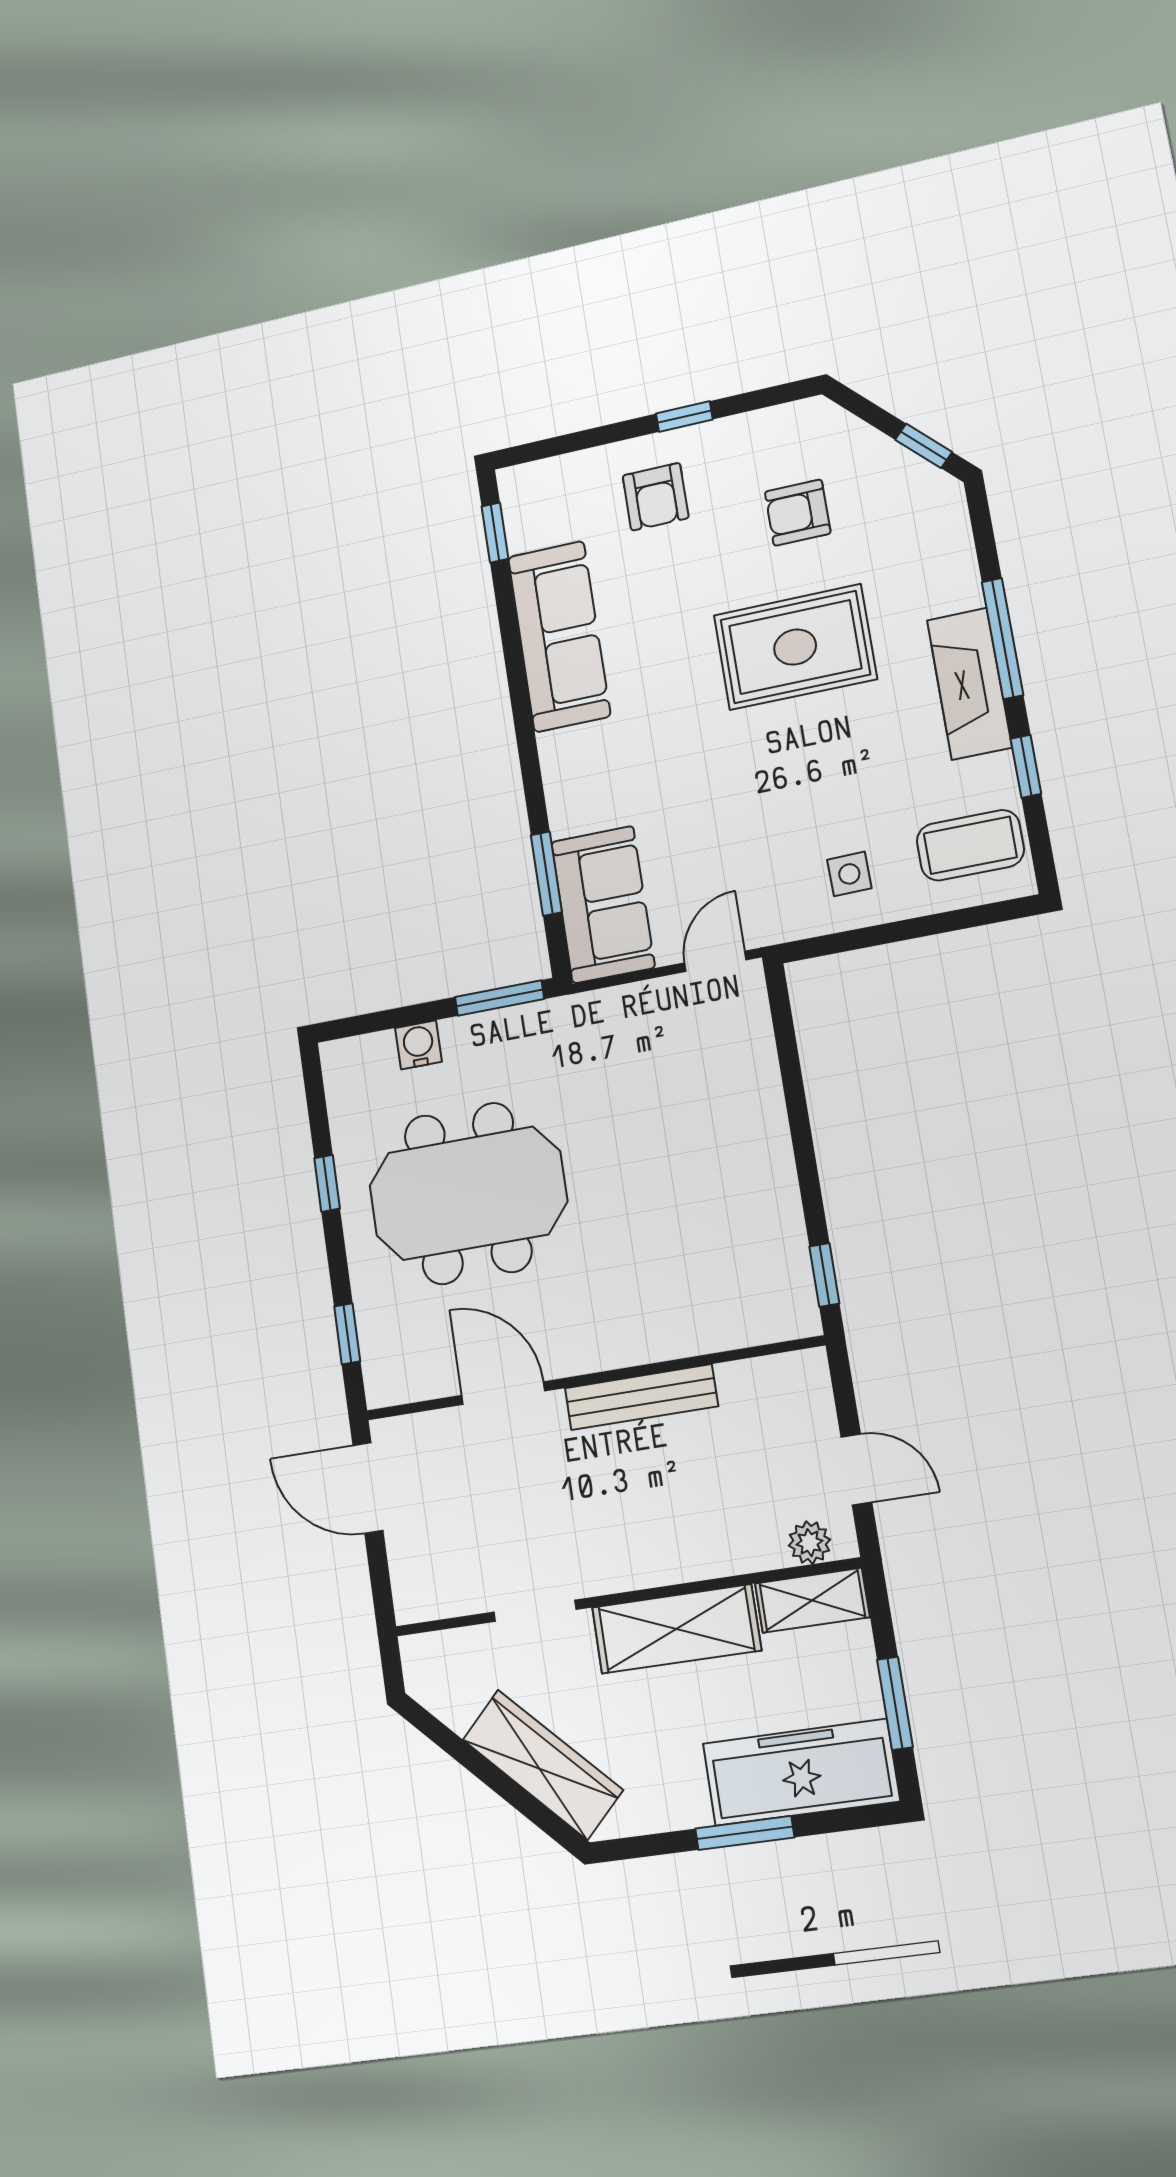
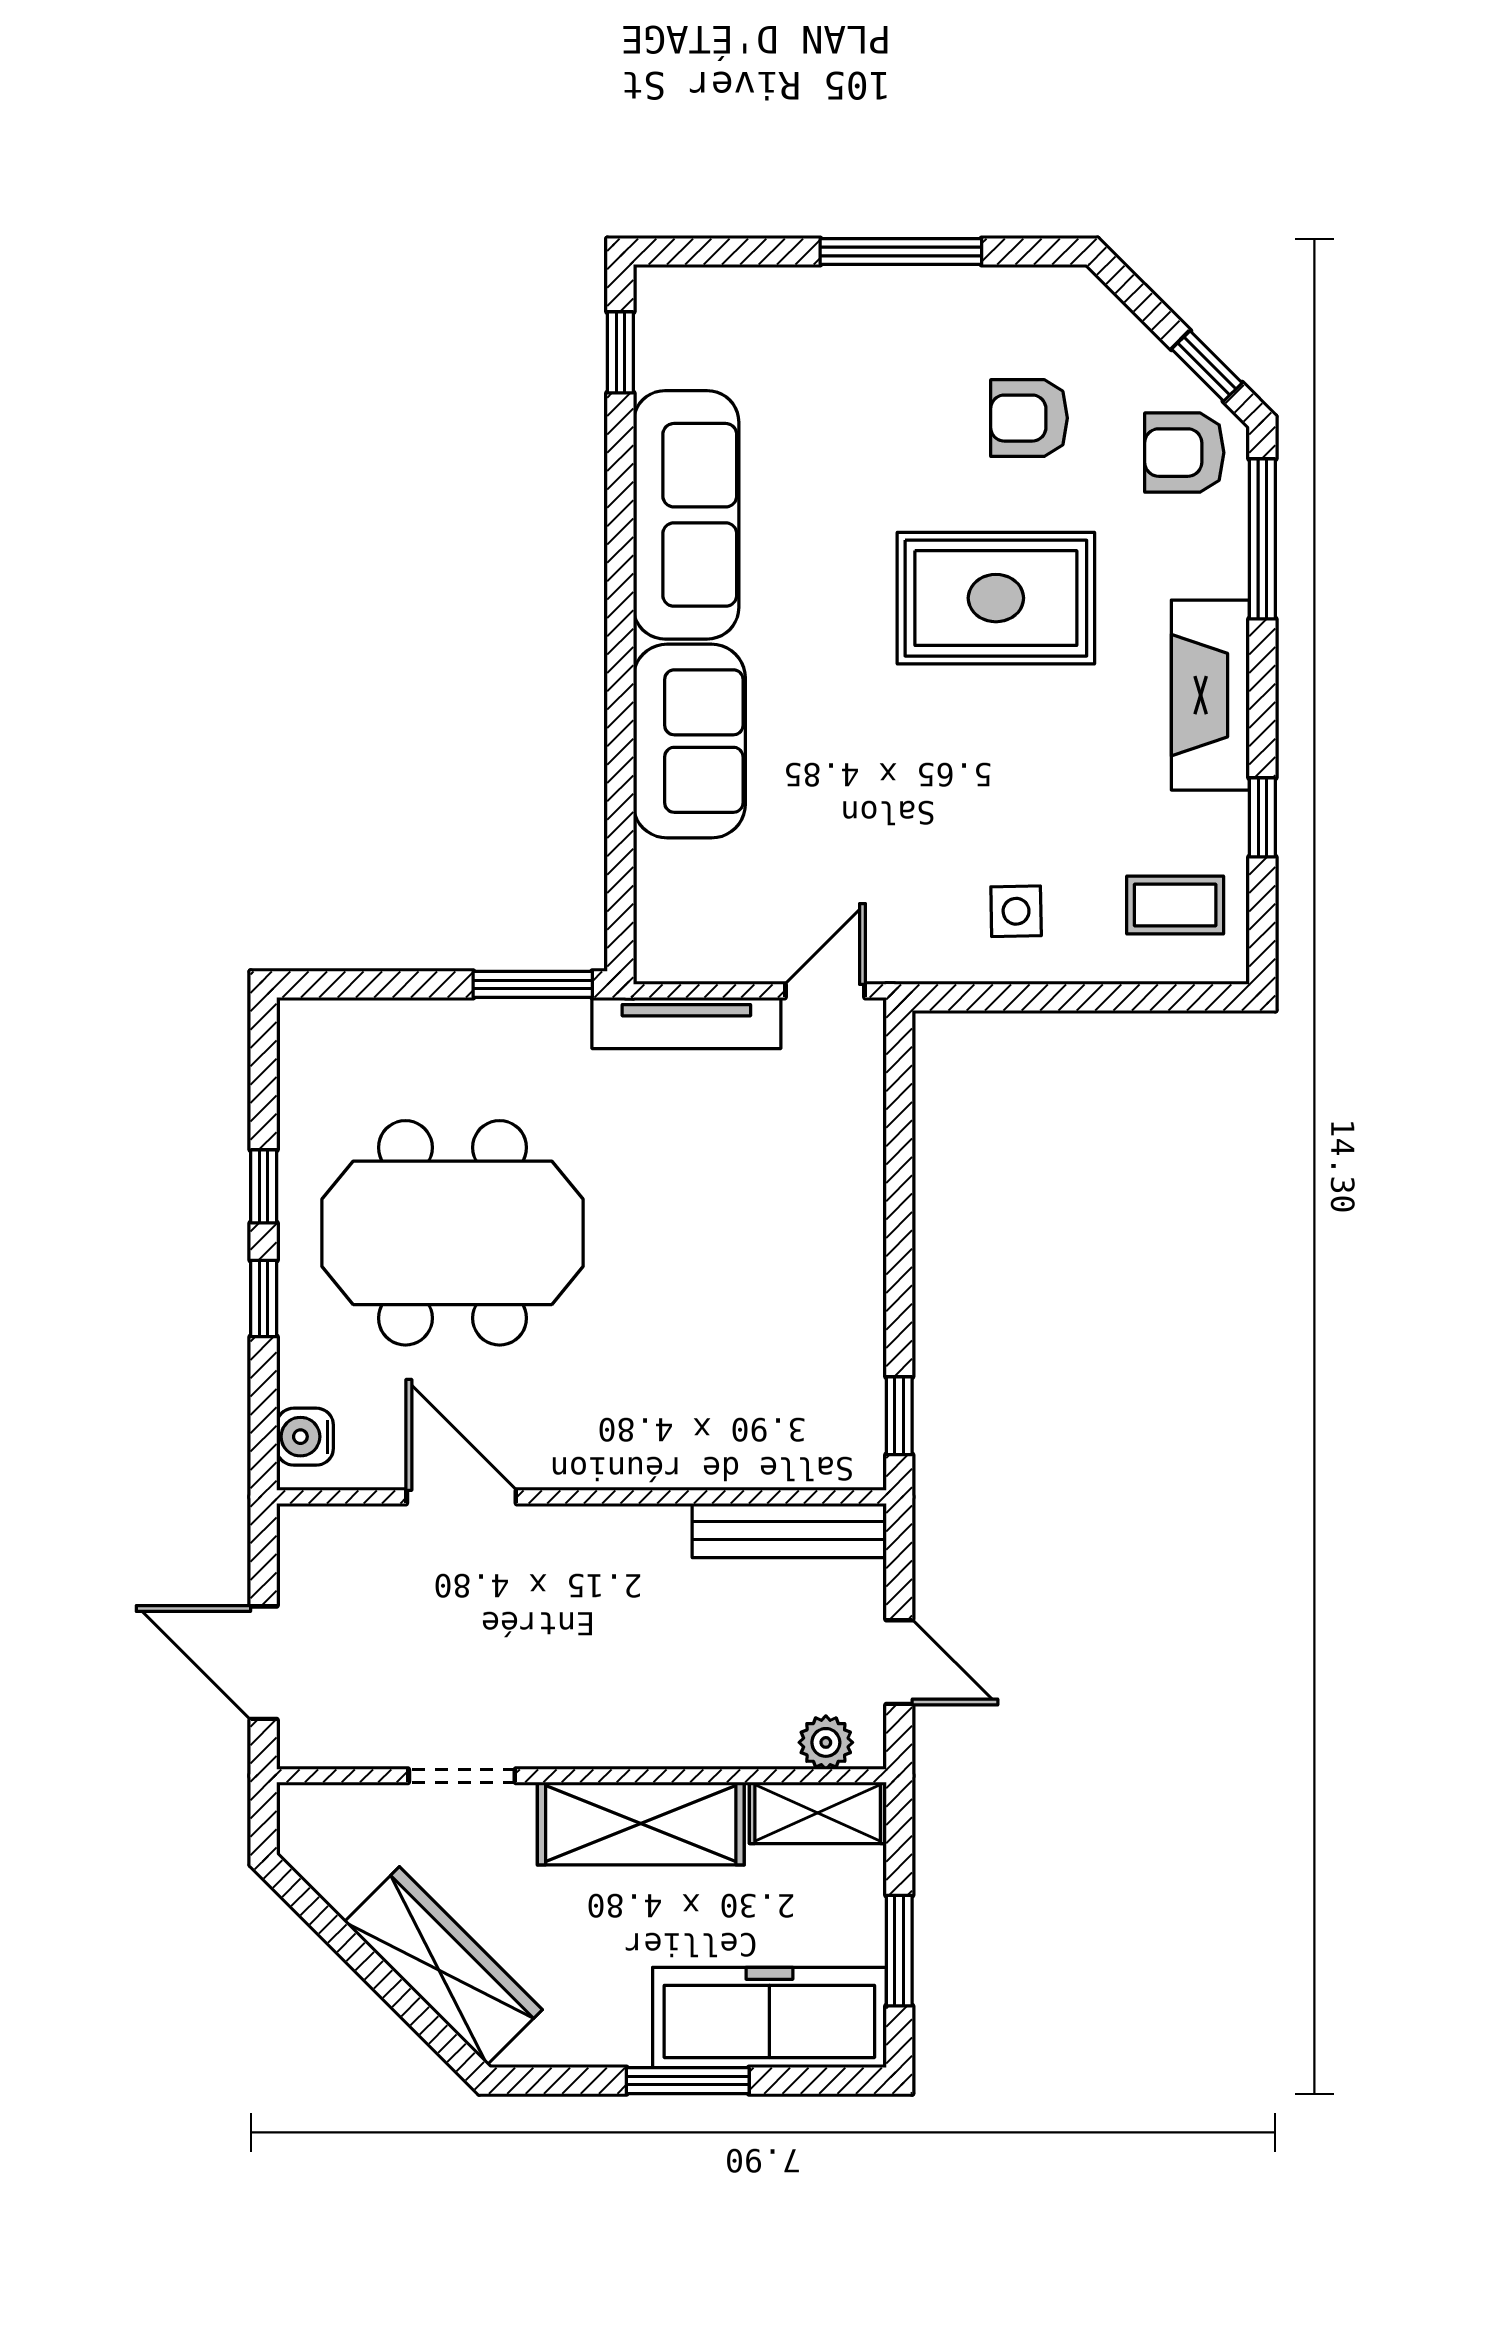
window: (684, 417) -> (901, 252), width x2.17
armchair: (656, 497) -> (1184, 453), moved, turned 90
window: (1002, 638) -> (1262, 539), moved
coffee table: (970, 845) -> (1175, 905), width x0.73, depth x0.77
window: (546, 874) -> (620, 832), removed
sofa: (603, 905) -> (689, 741), moved
tv unit: (616, 1005) -> (686, 1023), added
water cooler: (418, 1045) -> (305, 1437), moved, turned -90
window: (347, 1334) -> (264, 1299), moved
bench: (641, 1397) -> (789, 1531), moved
door: (368, 1488) -> (264, 1663), moved

